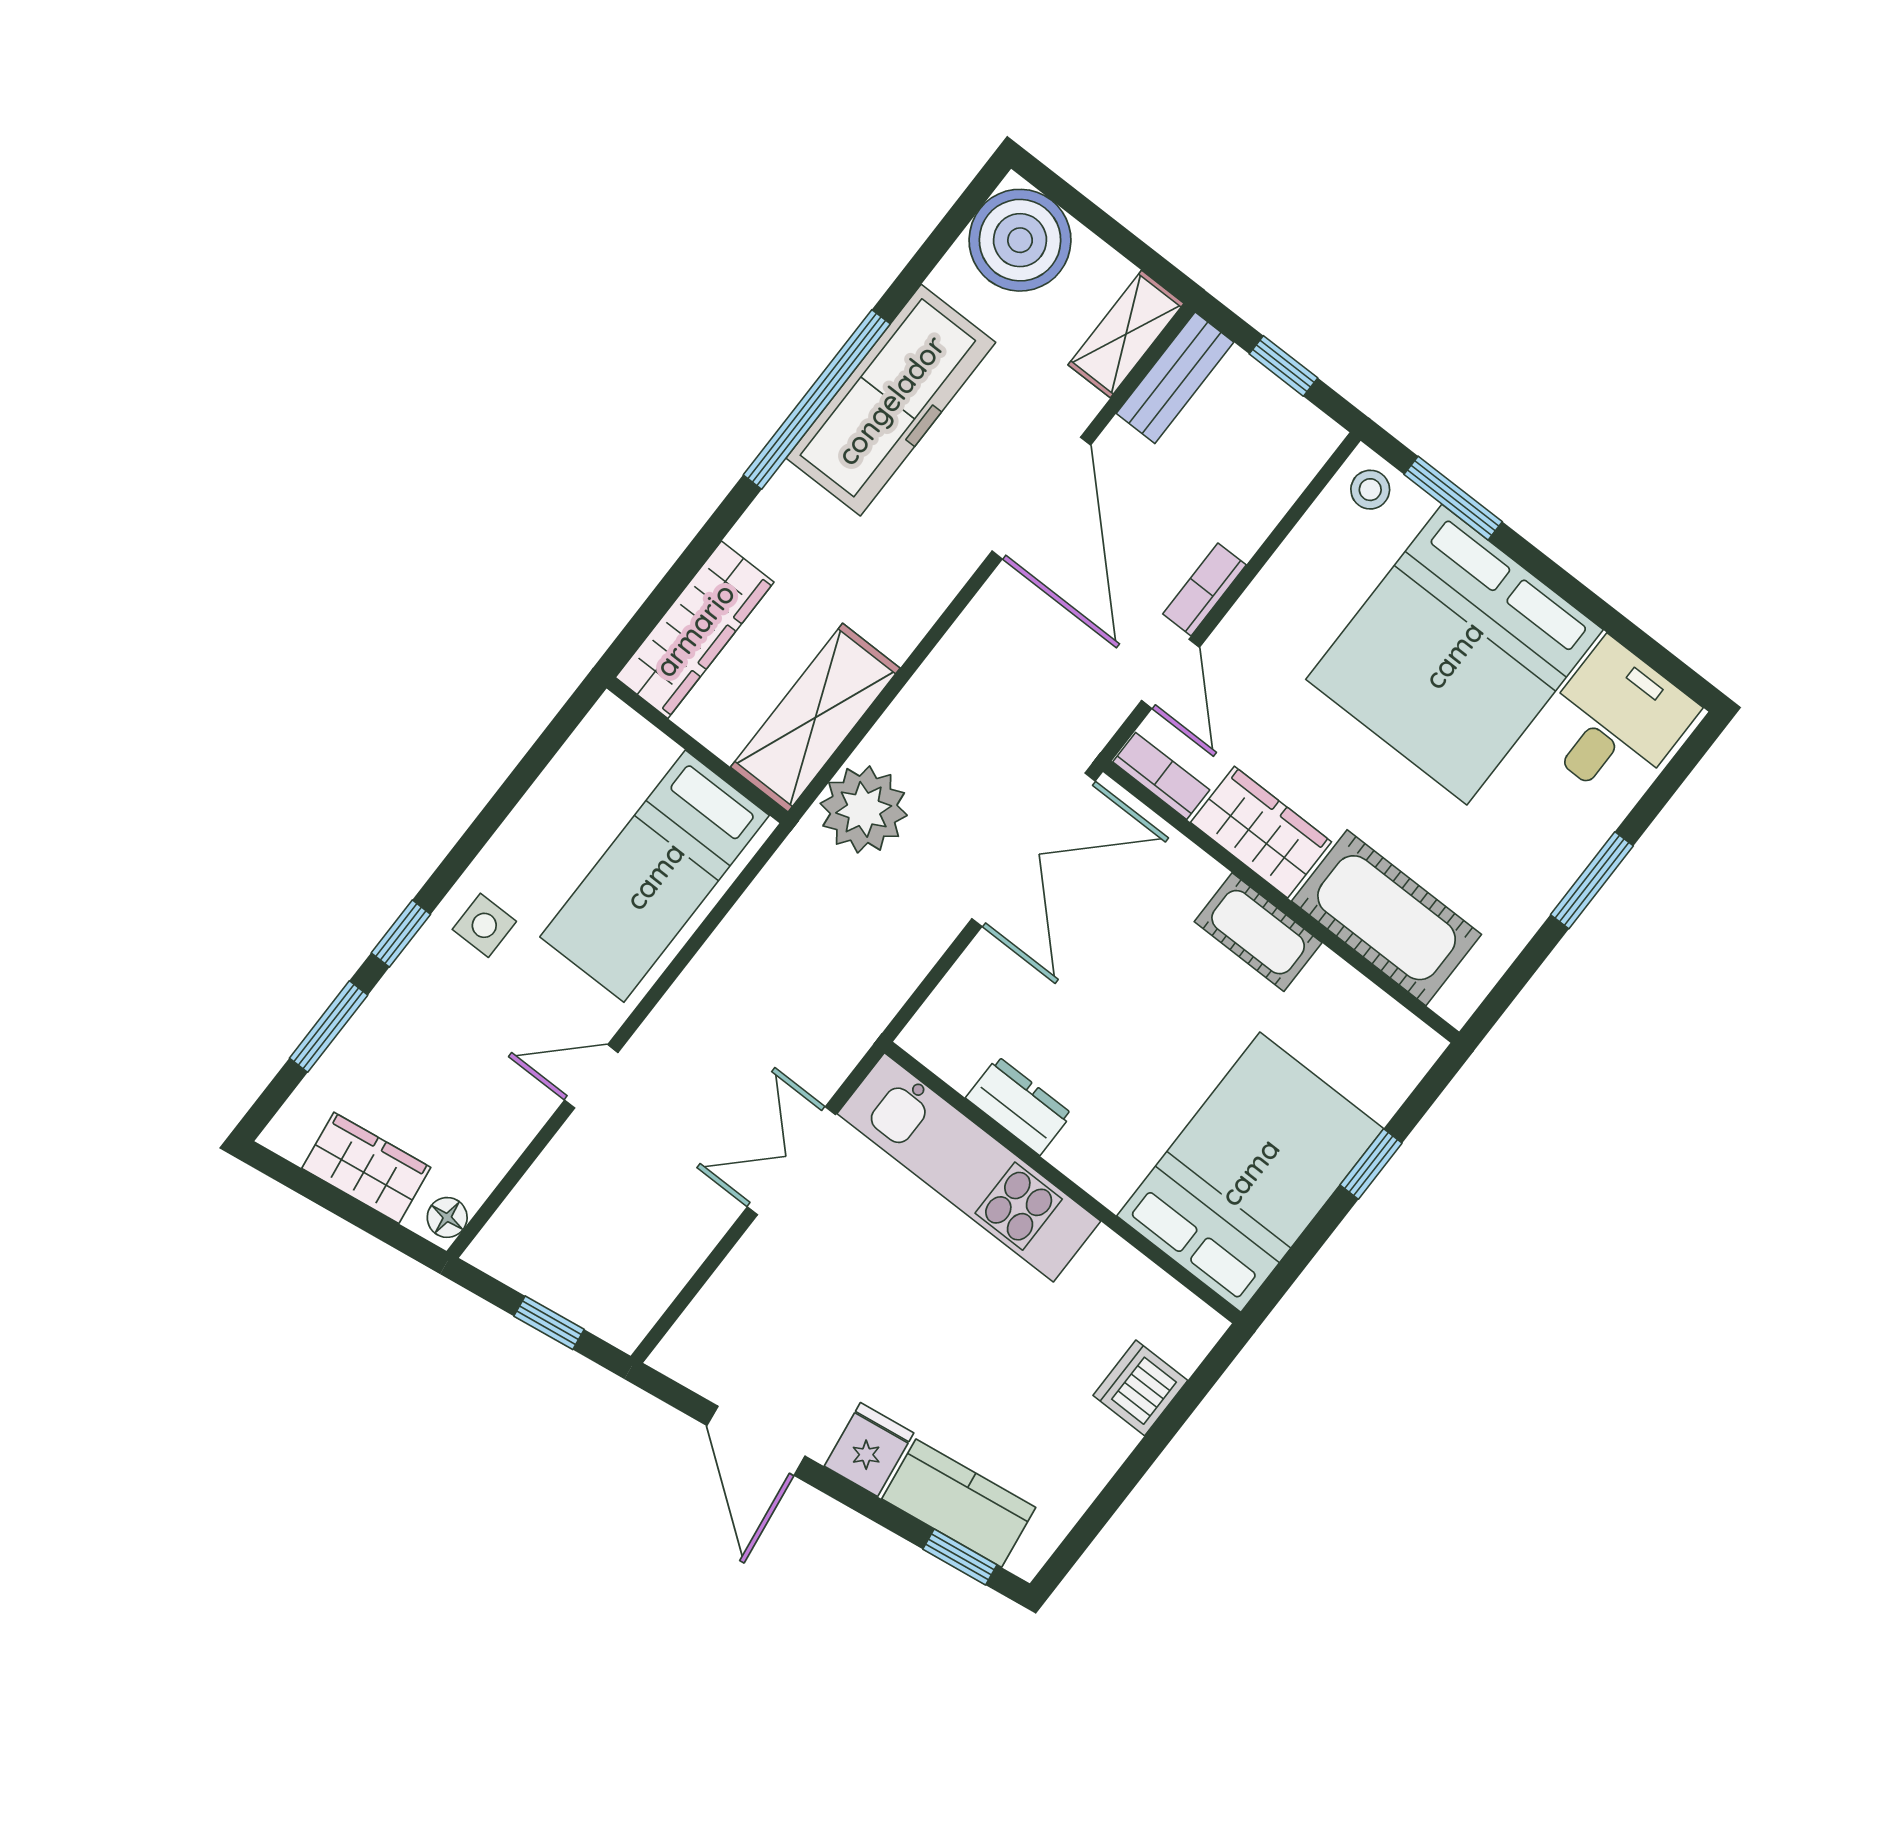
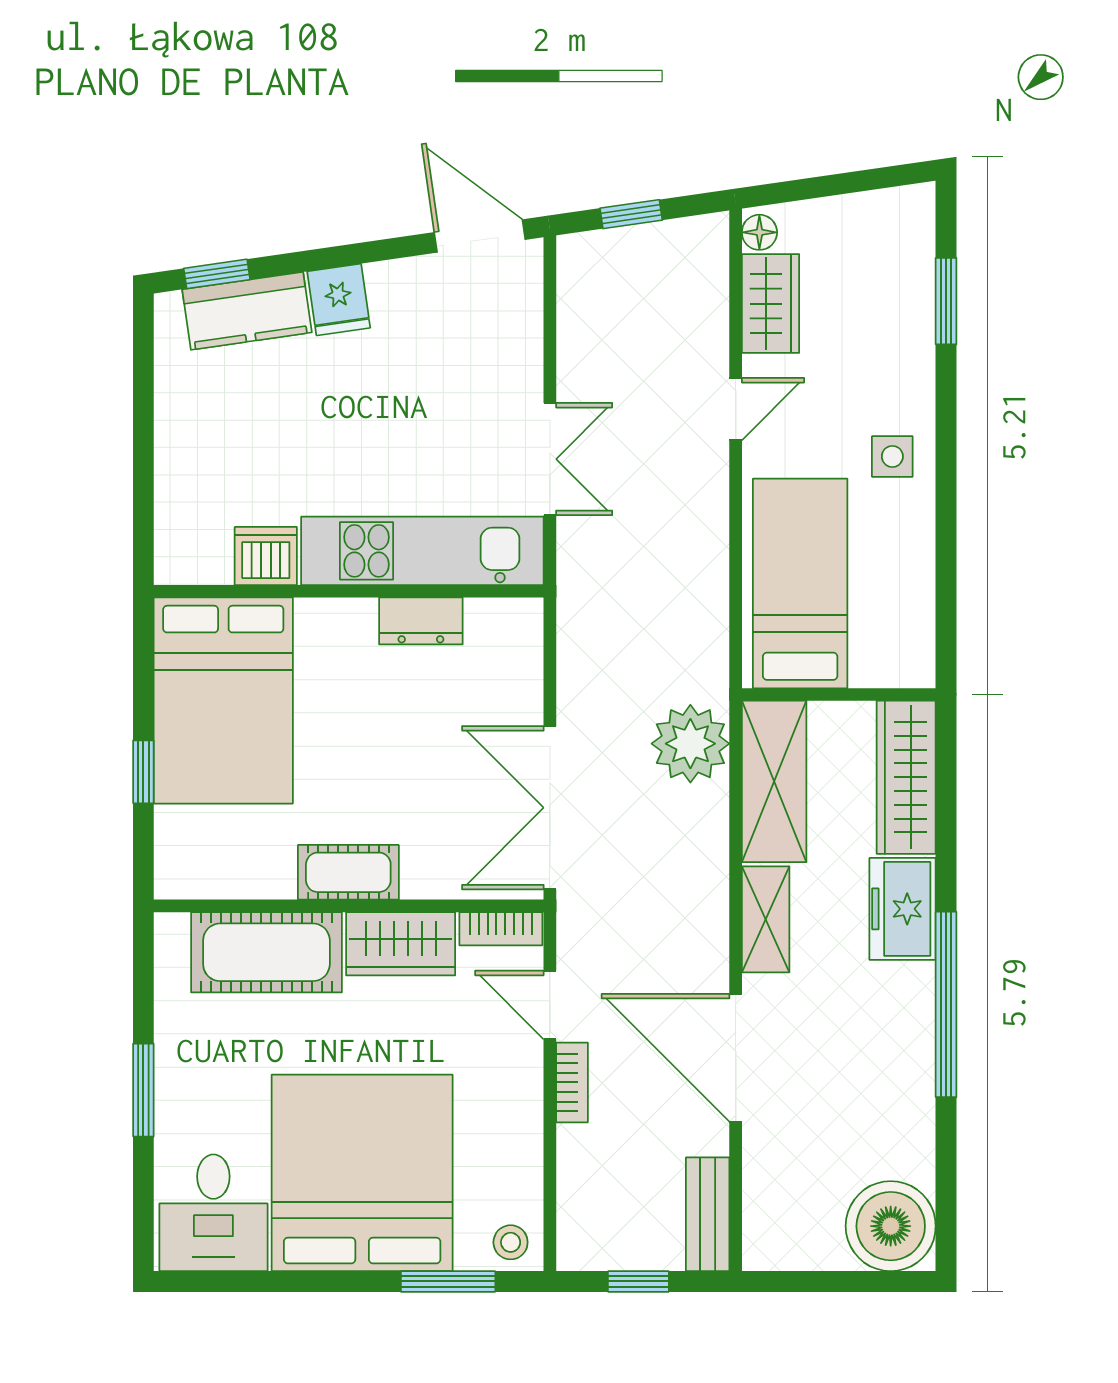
shelving: (1126, 334) -> (766, 919), moved
freezer: (891, 400) -> (903, 909), moved, width x0.52, depth x0.79
window: (401, 934) -> (946, 405), removed
wardrobe: (366, 1168) -> (770, 304), moved, turned -82
dishwasher: (1140, 1388) -> (266, 556), moved, turned -90
door: (756, 1441) -> (480, 236), moved

